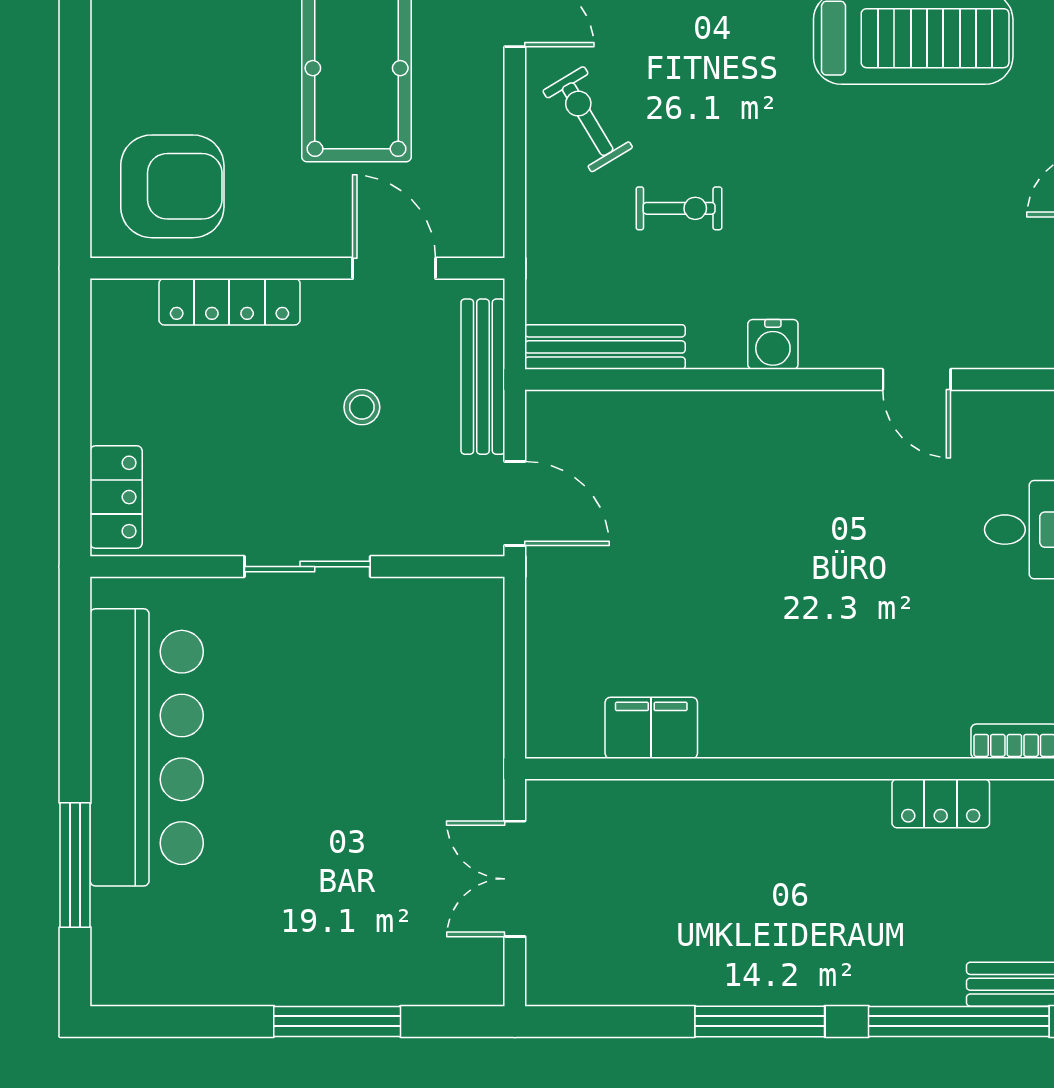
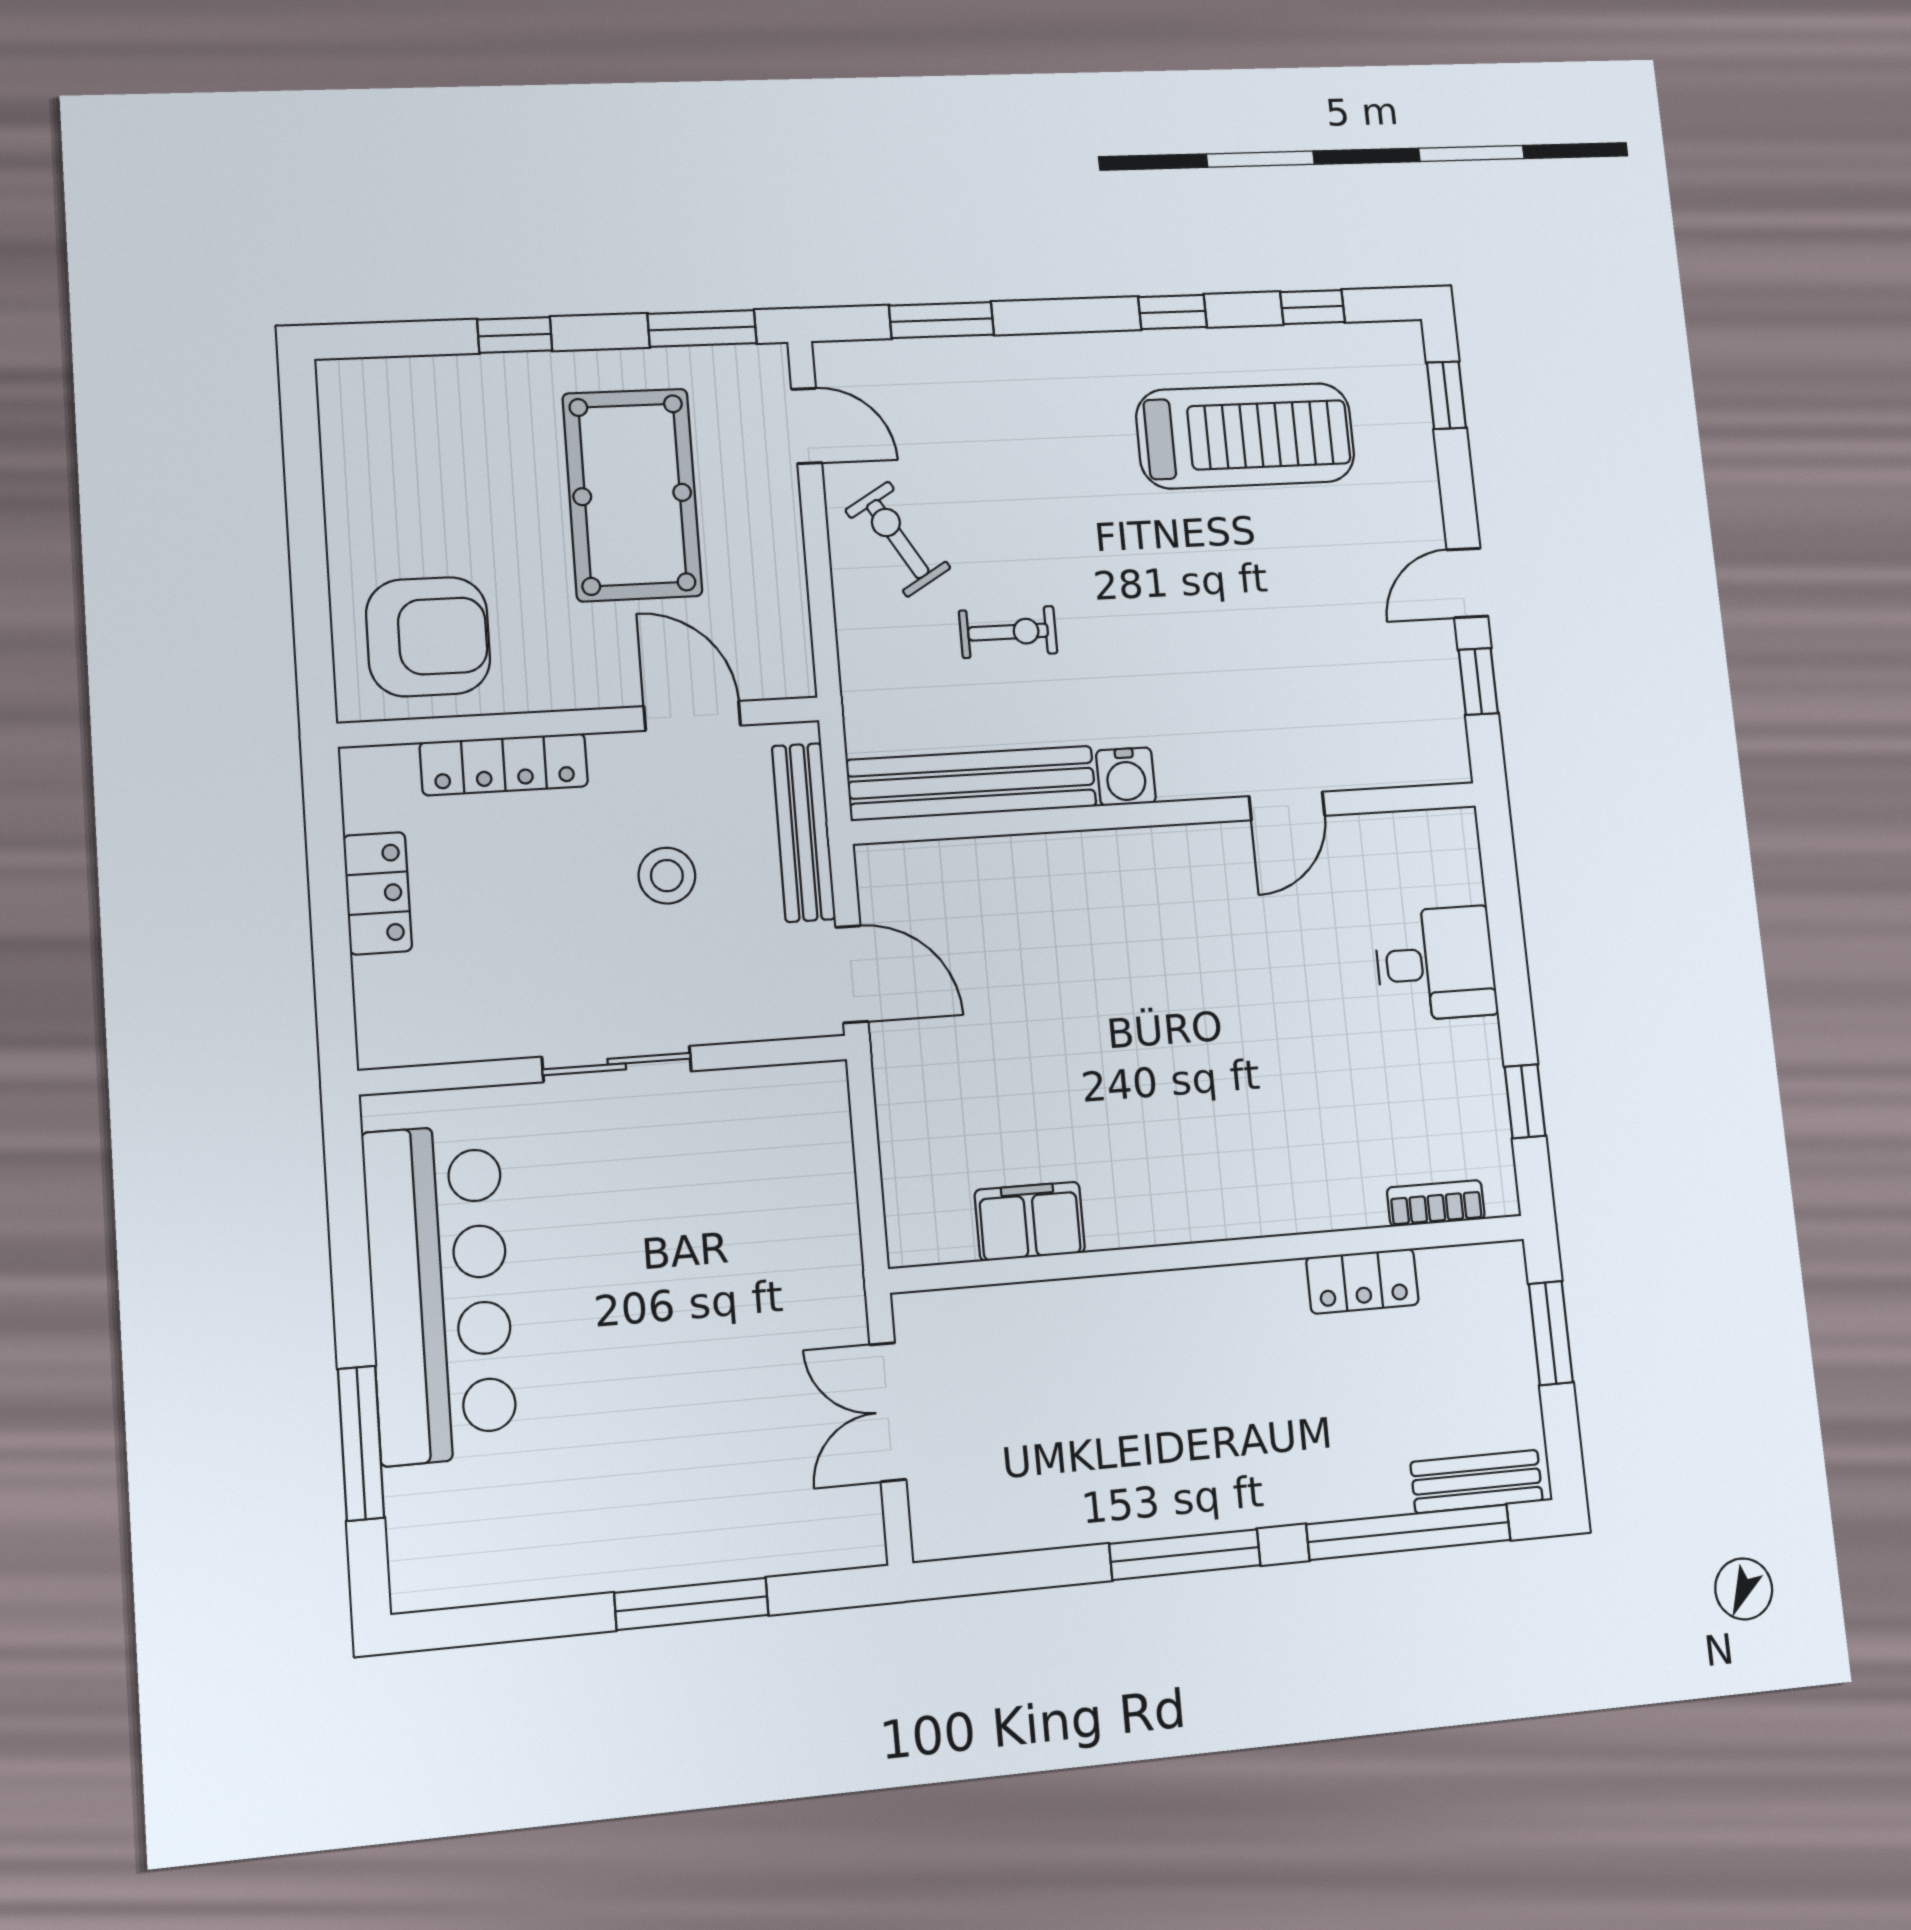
bench: (605, 347) -> (972, 783), width x1.37, depth x1.21
door: (917, 379) -> (1287, 806), hinge flipped
stool: (362, 407) -> (667, 876), width x1.37, depth x1.37
locker: (116, 497) -> (378, 893), moved

